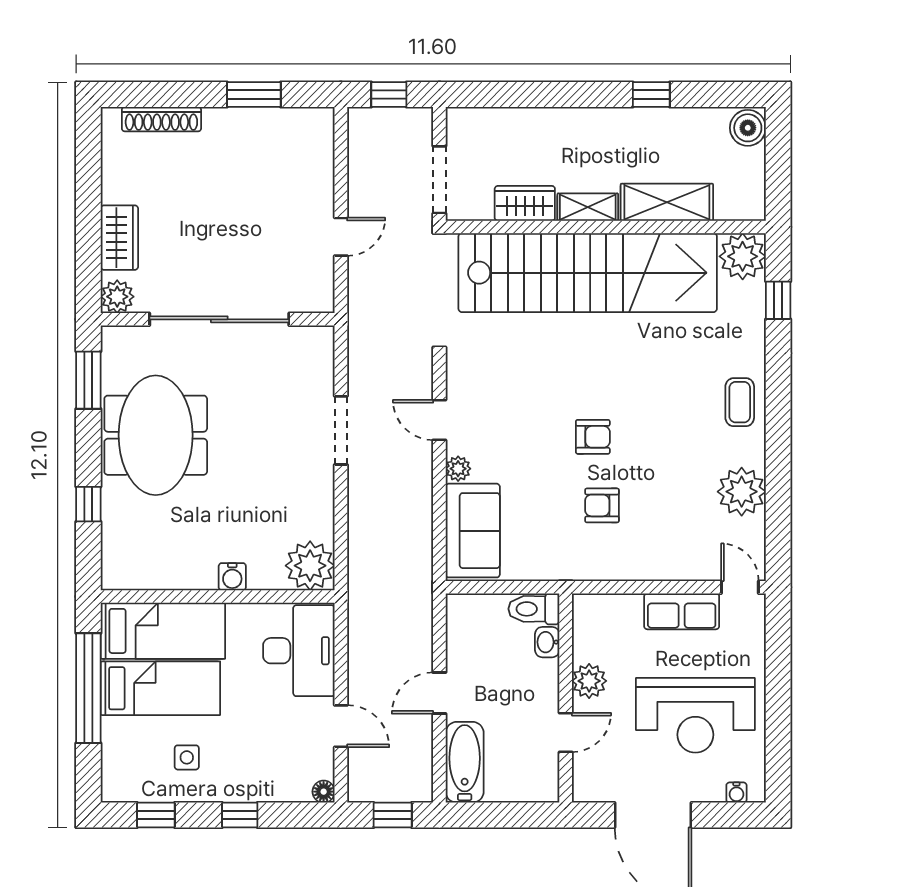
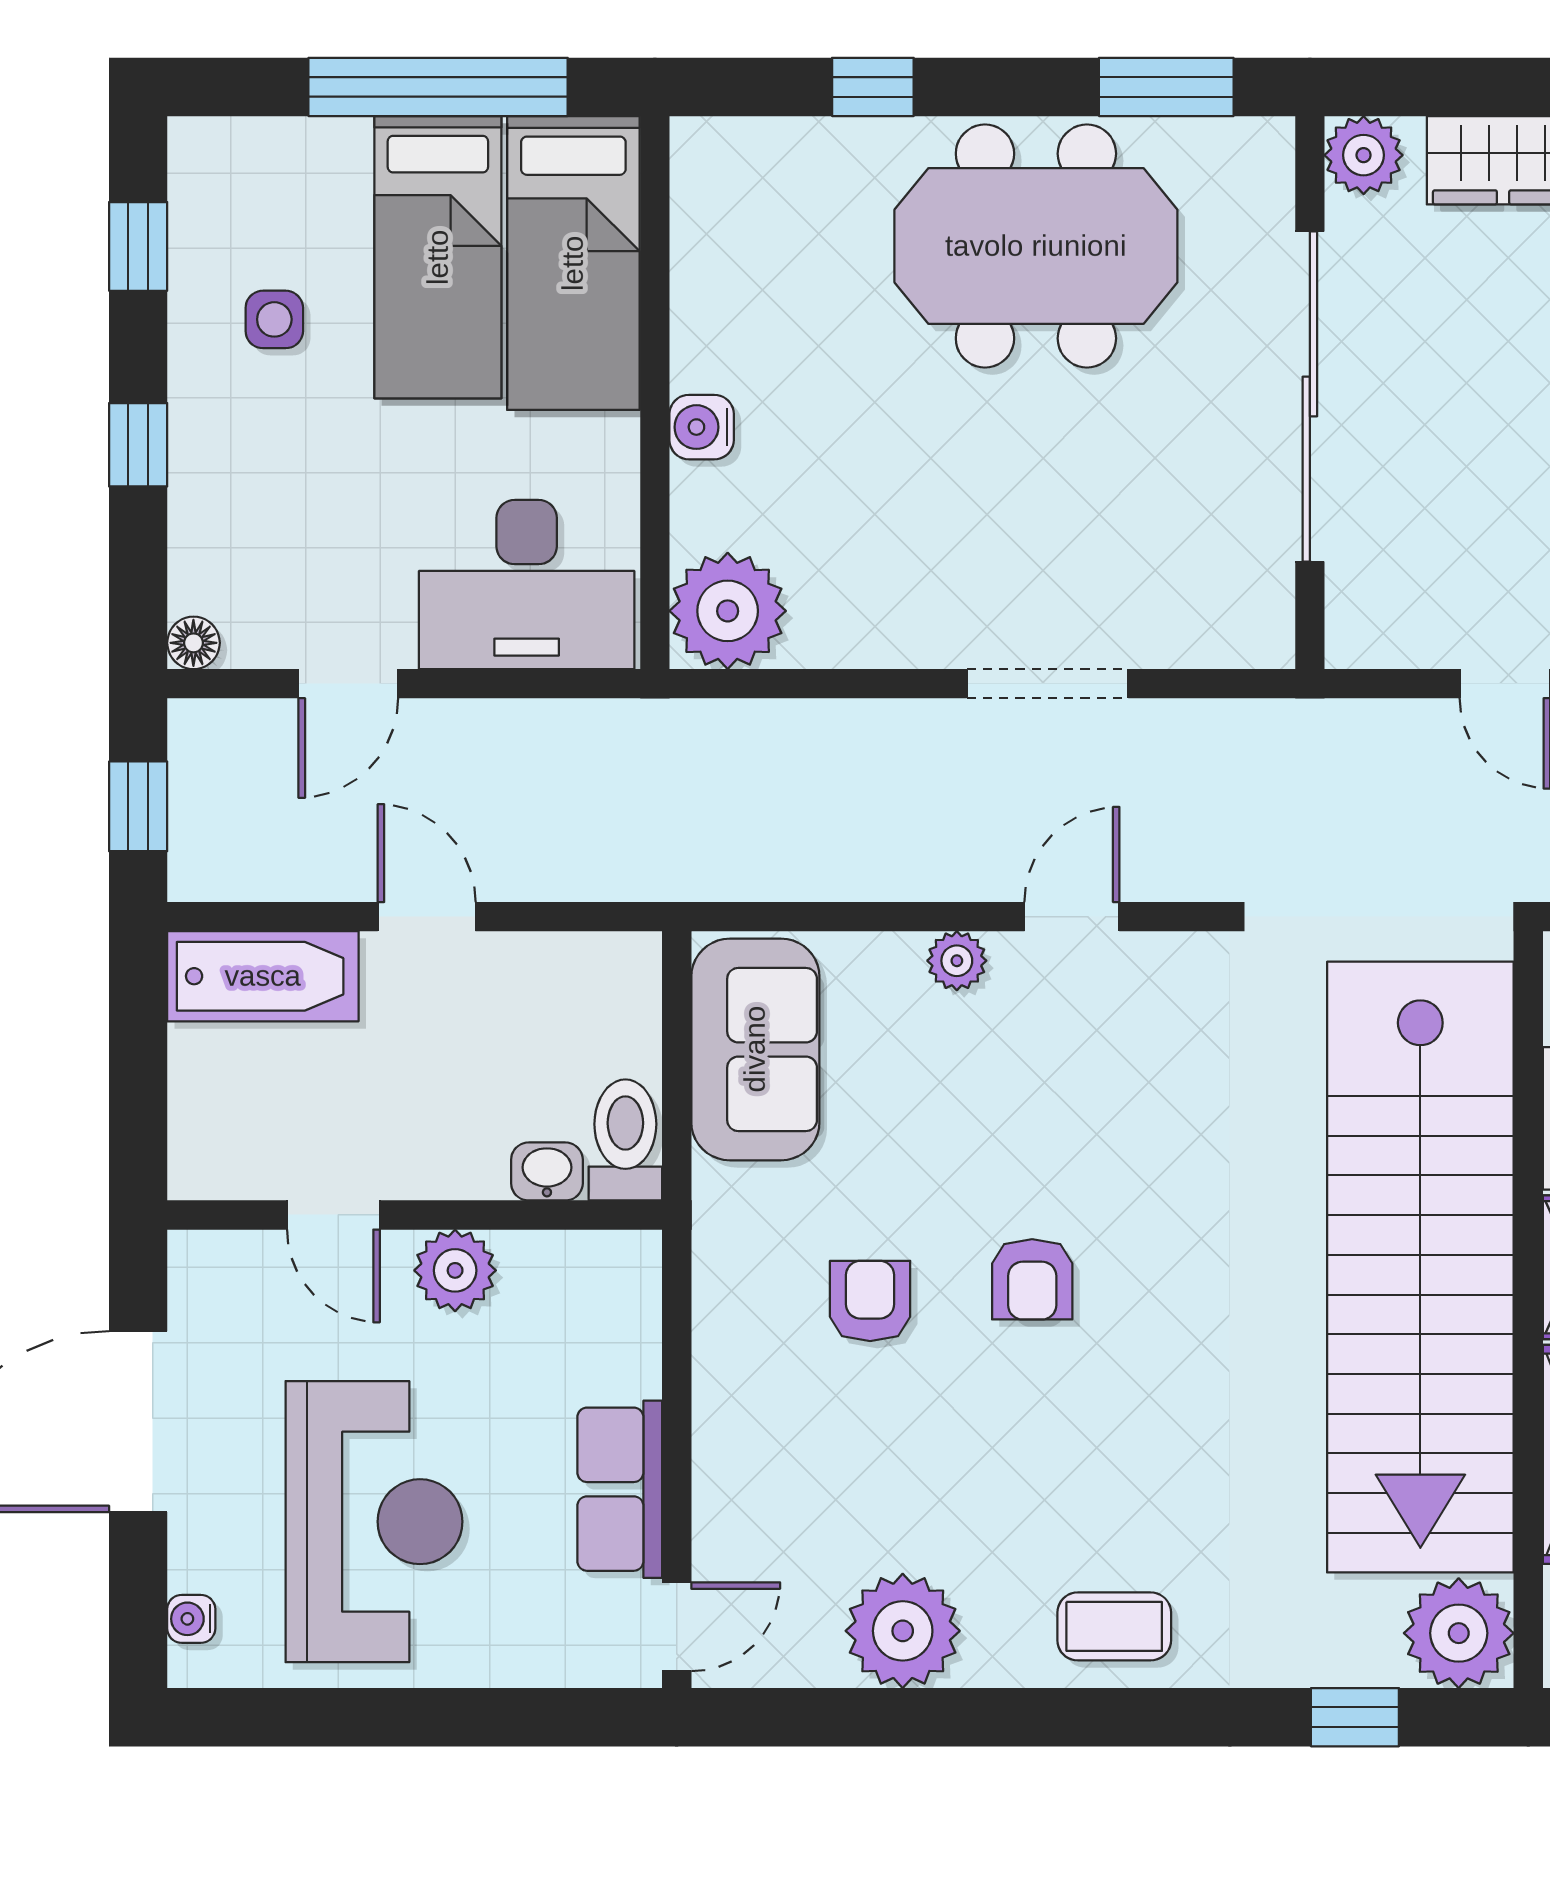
sofa: (473, 531) -> (755, 1049), moved, turned -90
reception desk: (695, 715) -> (374, 1522), turned 180

